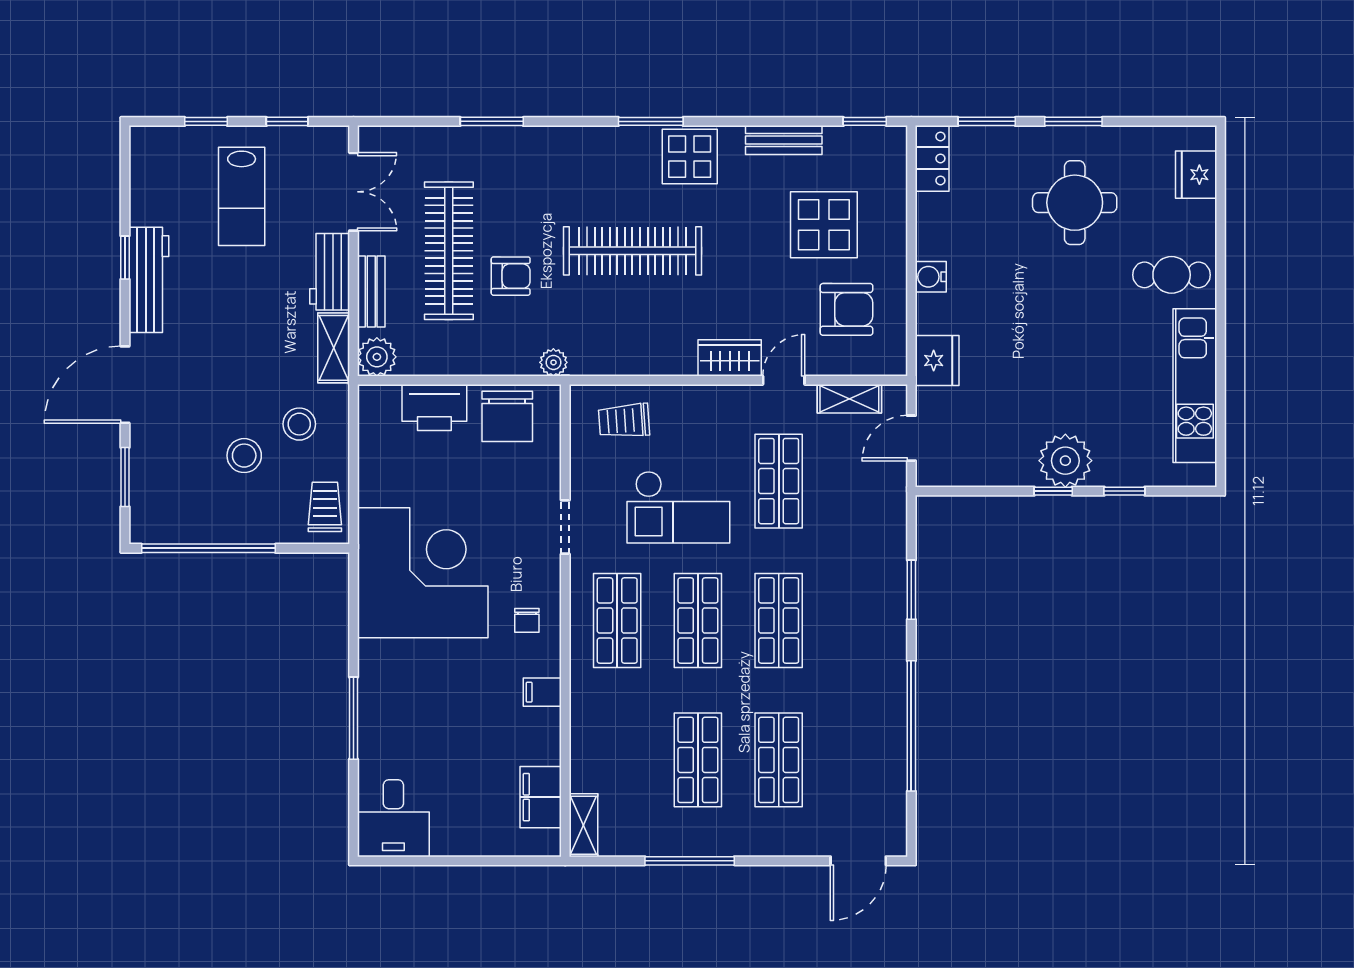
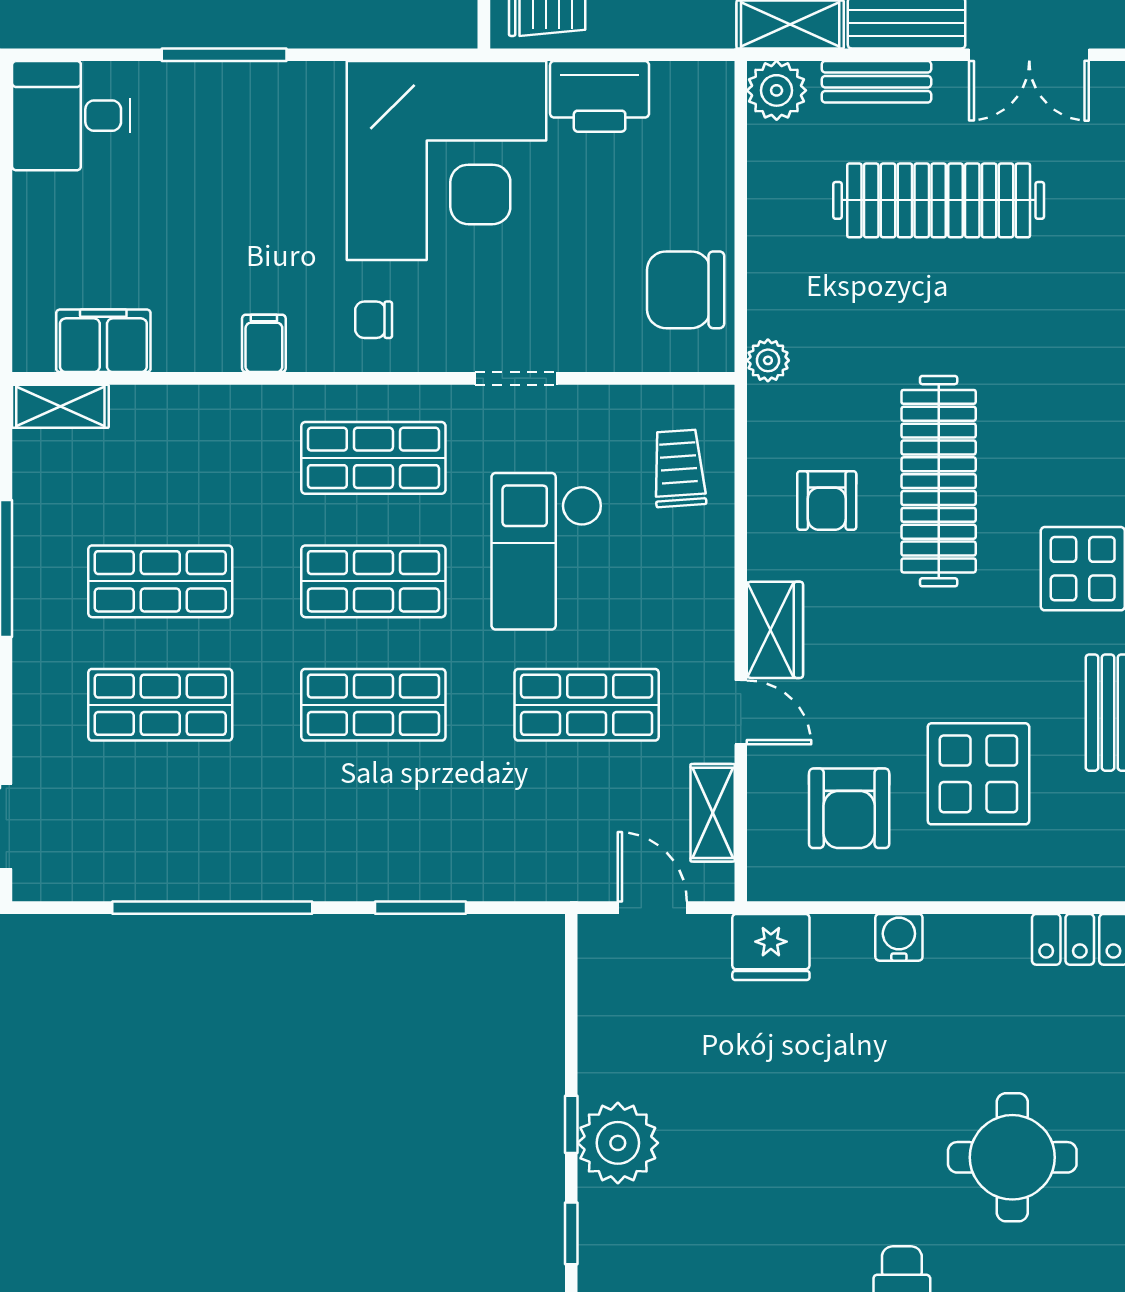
armchair: (511, 276) -> (827, 500), moved
printer: (434, 407) -> (600, 96), moved, turned -90

